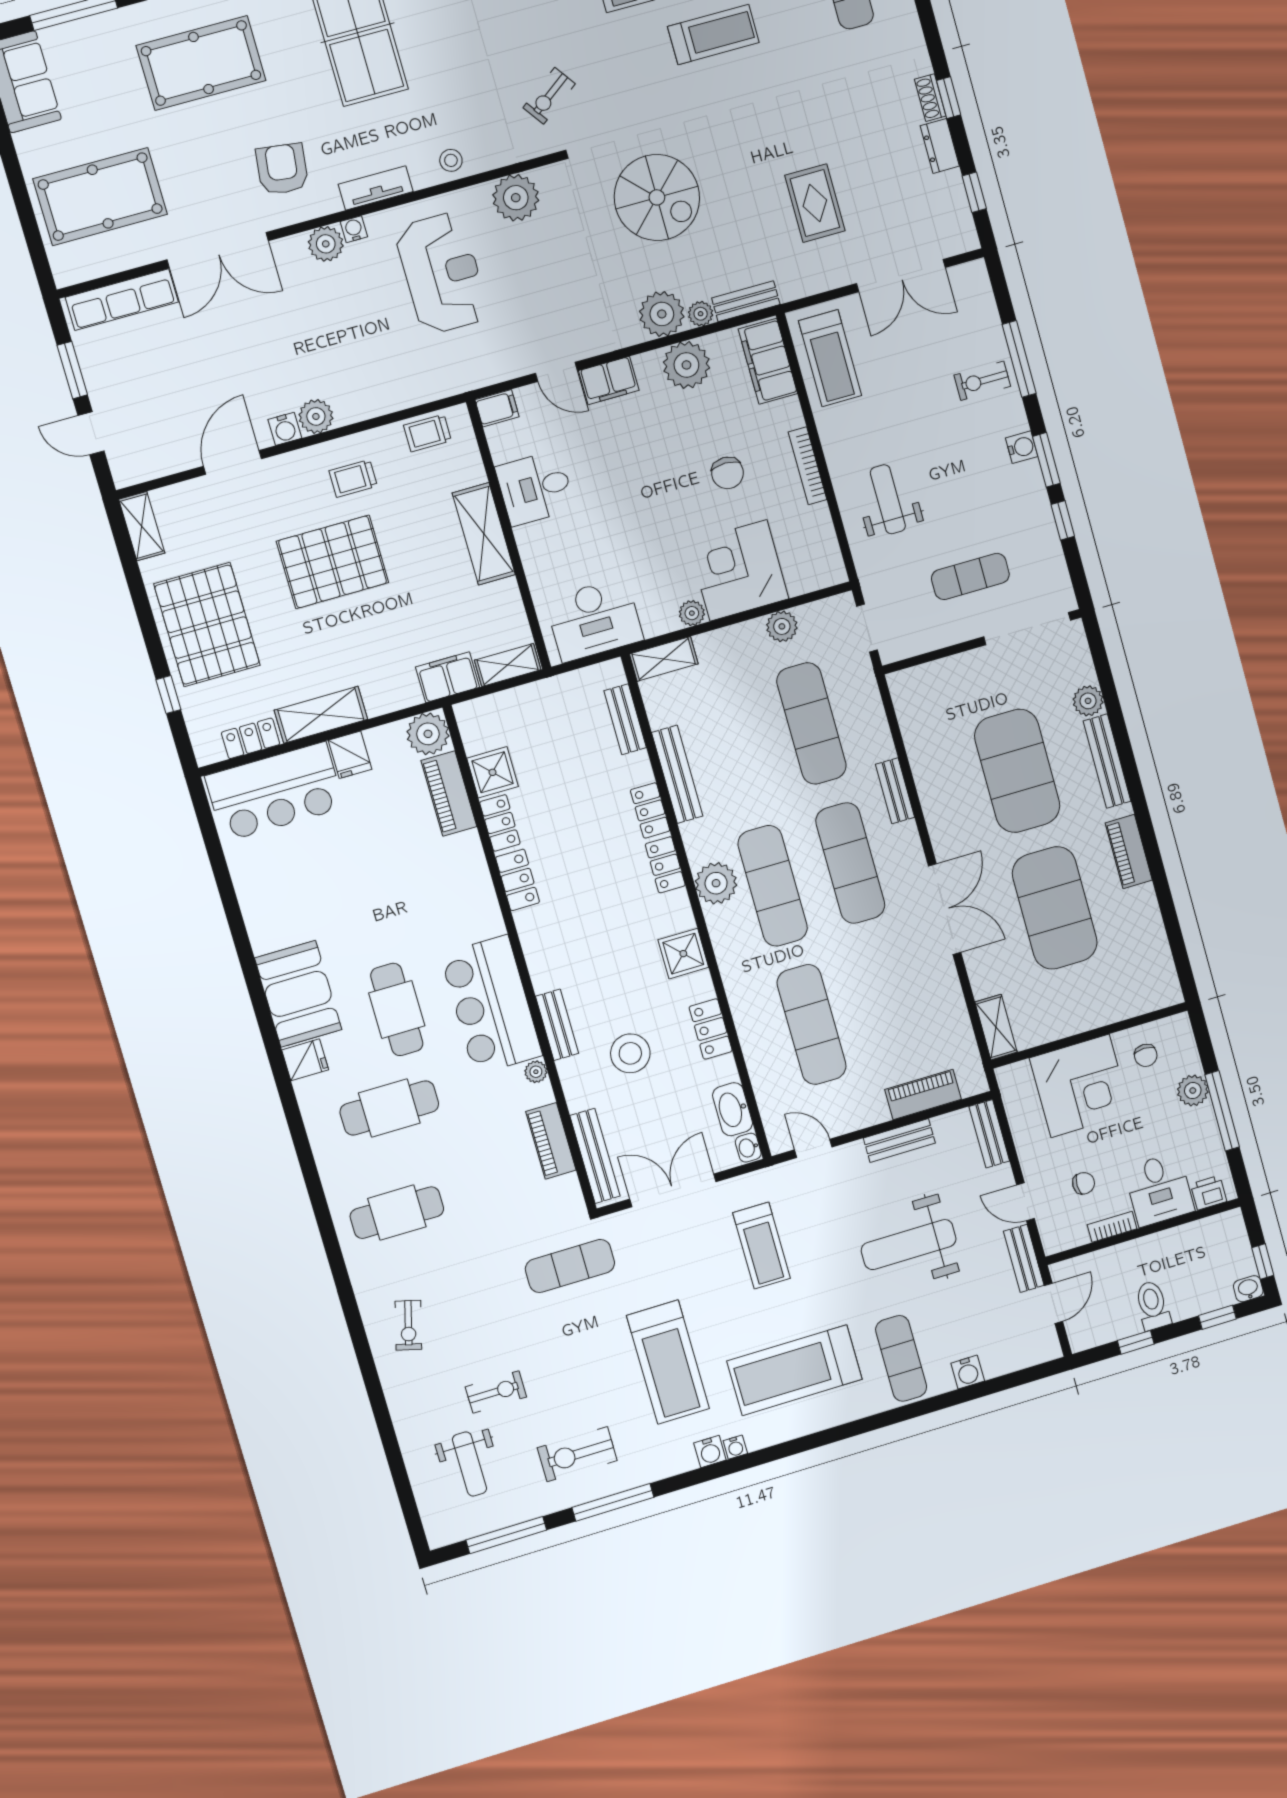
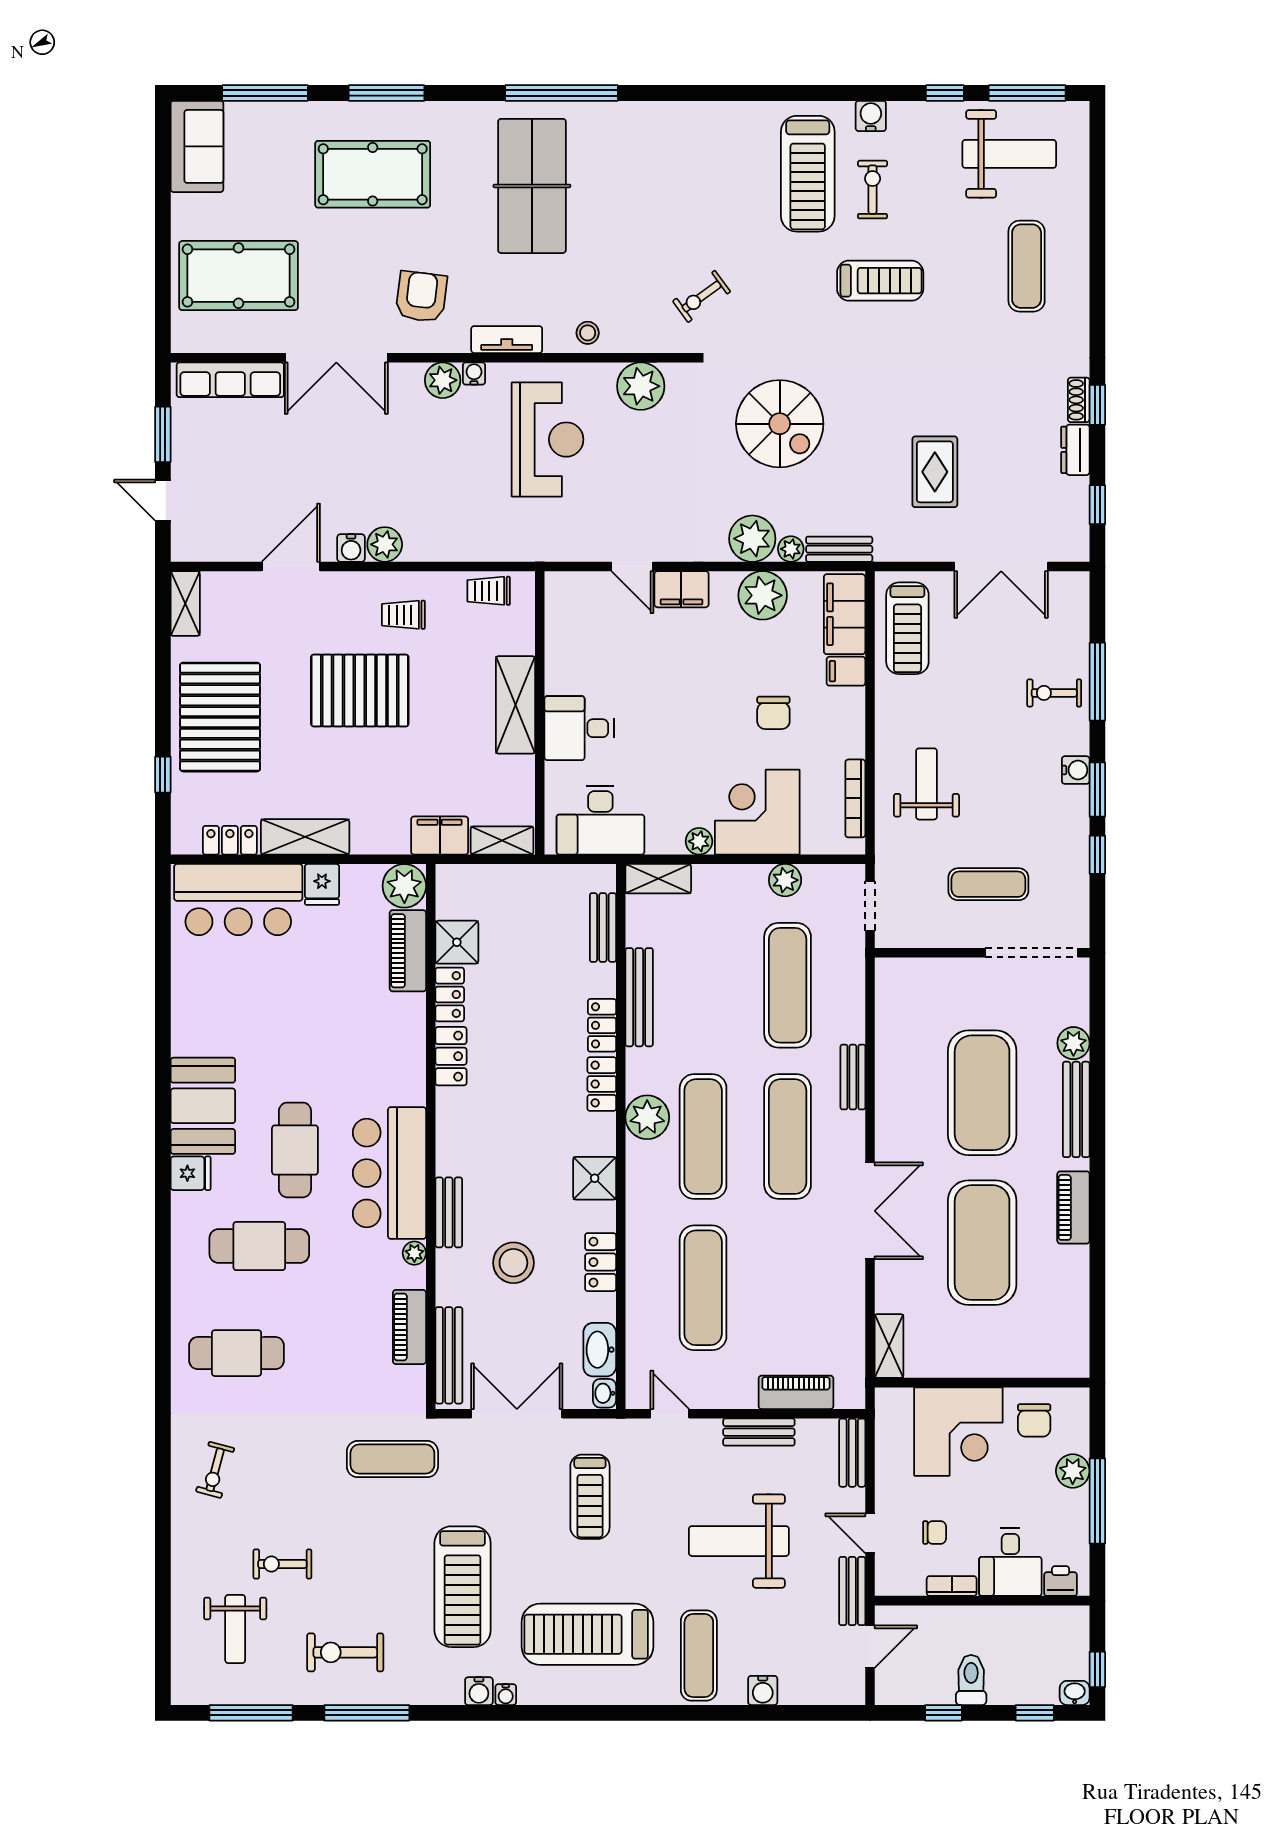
filing cabinet: (497, 408) -> (846, 671), moved, turned 180
bookcase: (808, 466) -> (855, 798), moved
desk: (535, 488) -> (579, 728), moved
chair: (1146, 1055) -> (1034, 1420), width x1.37, depth x1.37
exercise bike: (496, 1392) -> (282, 1564), turned 180

